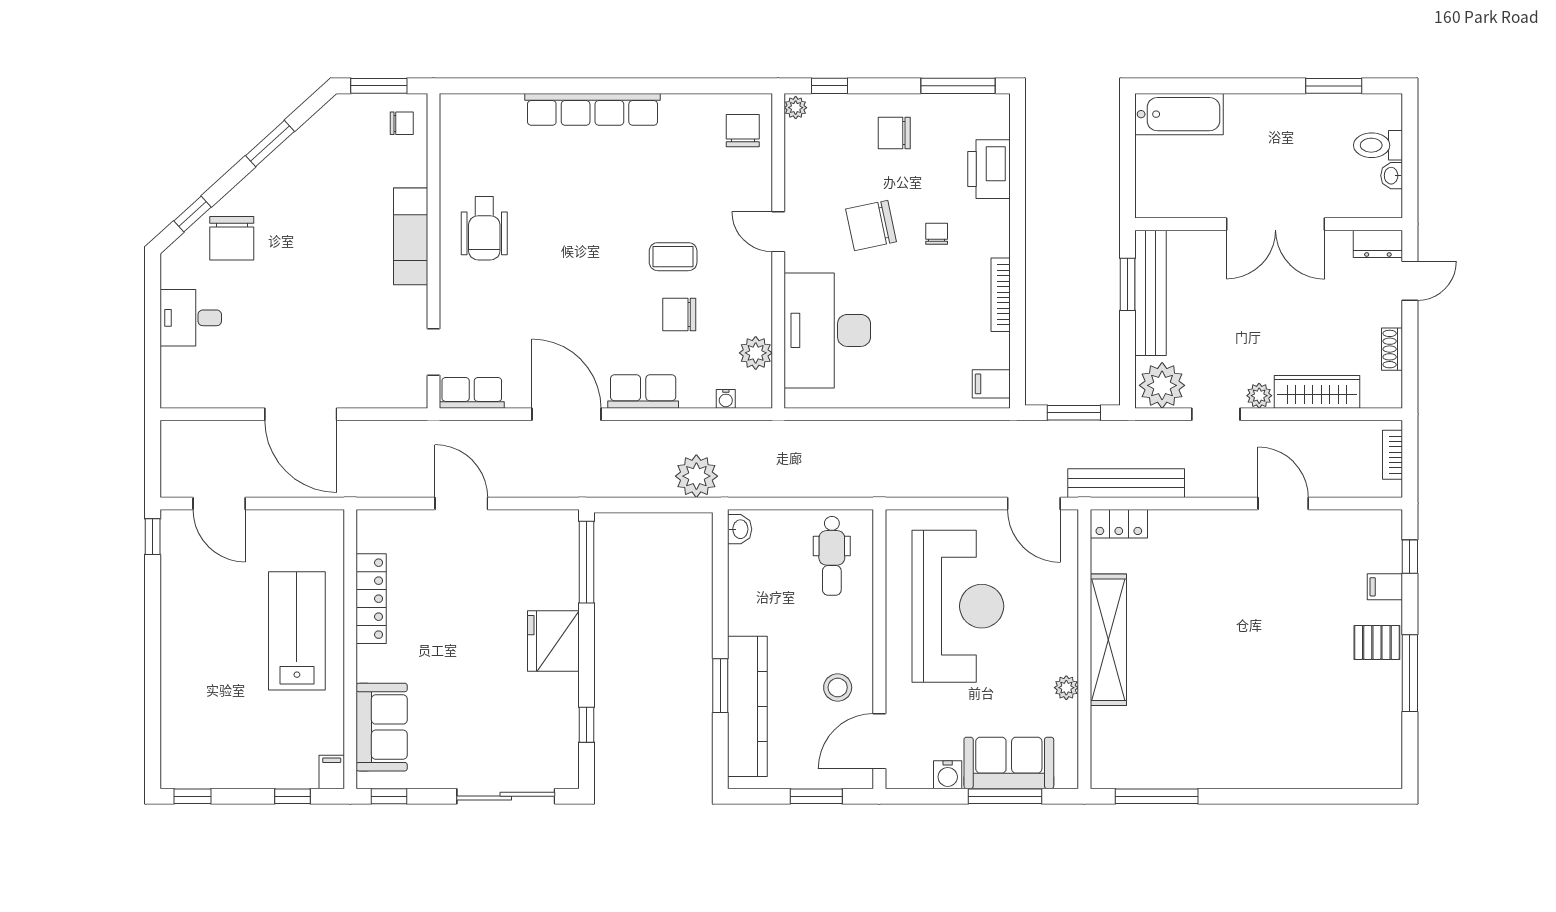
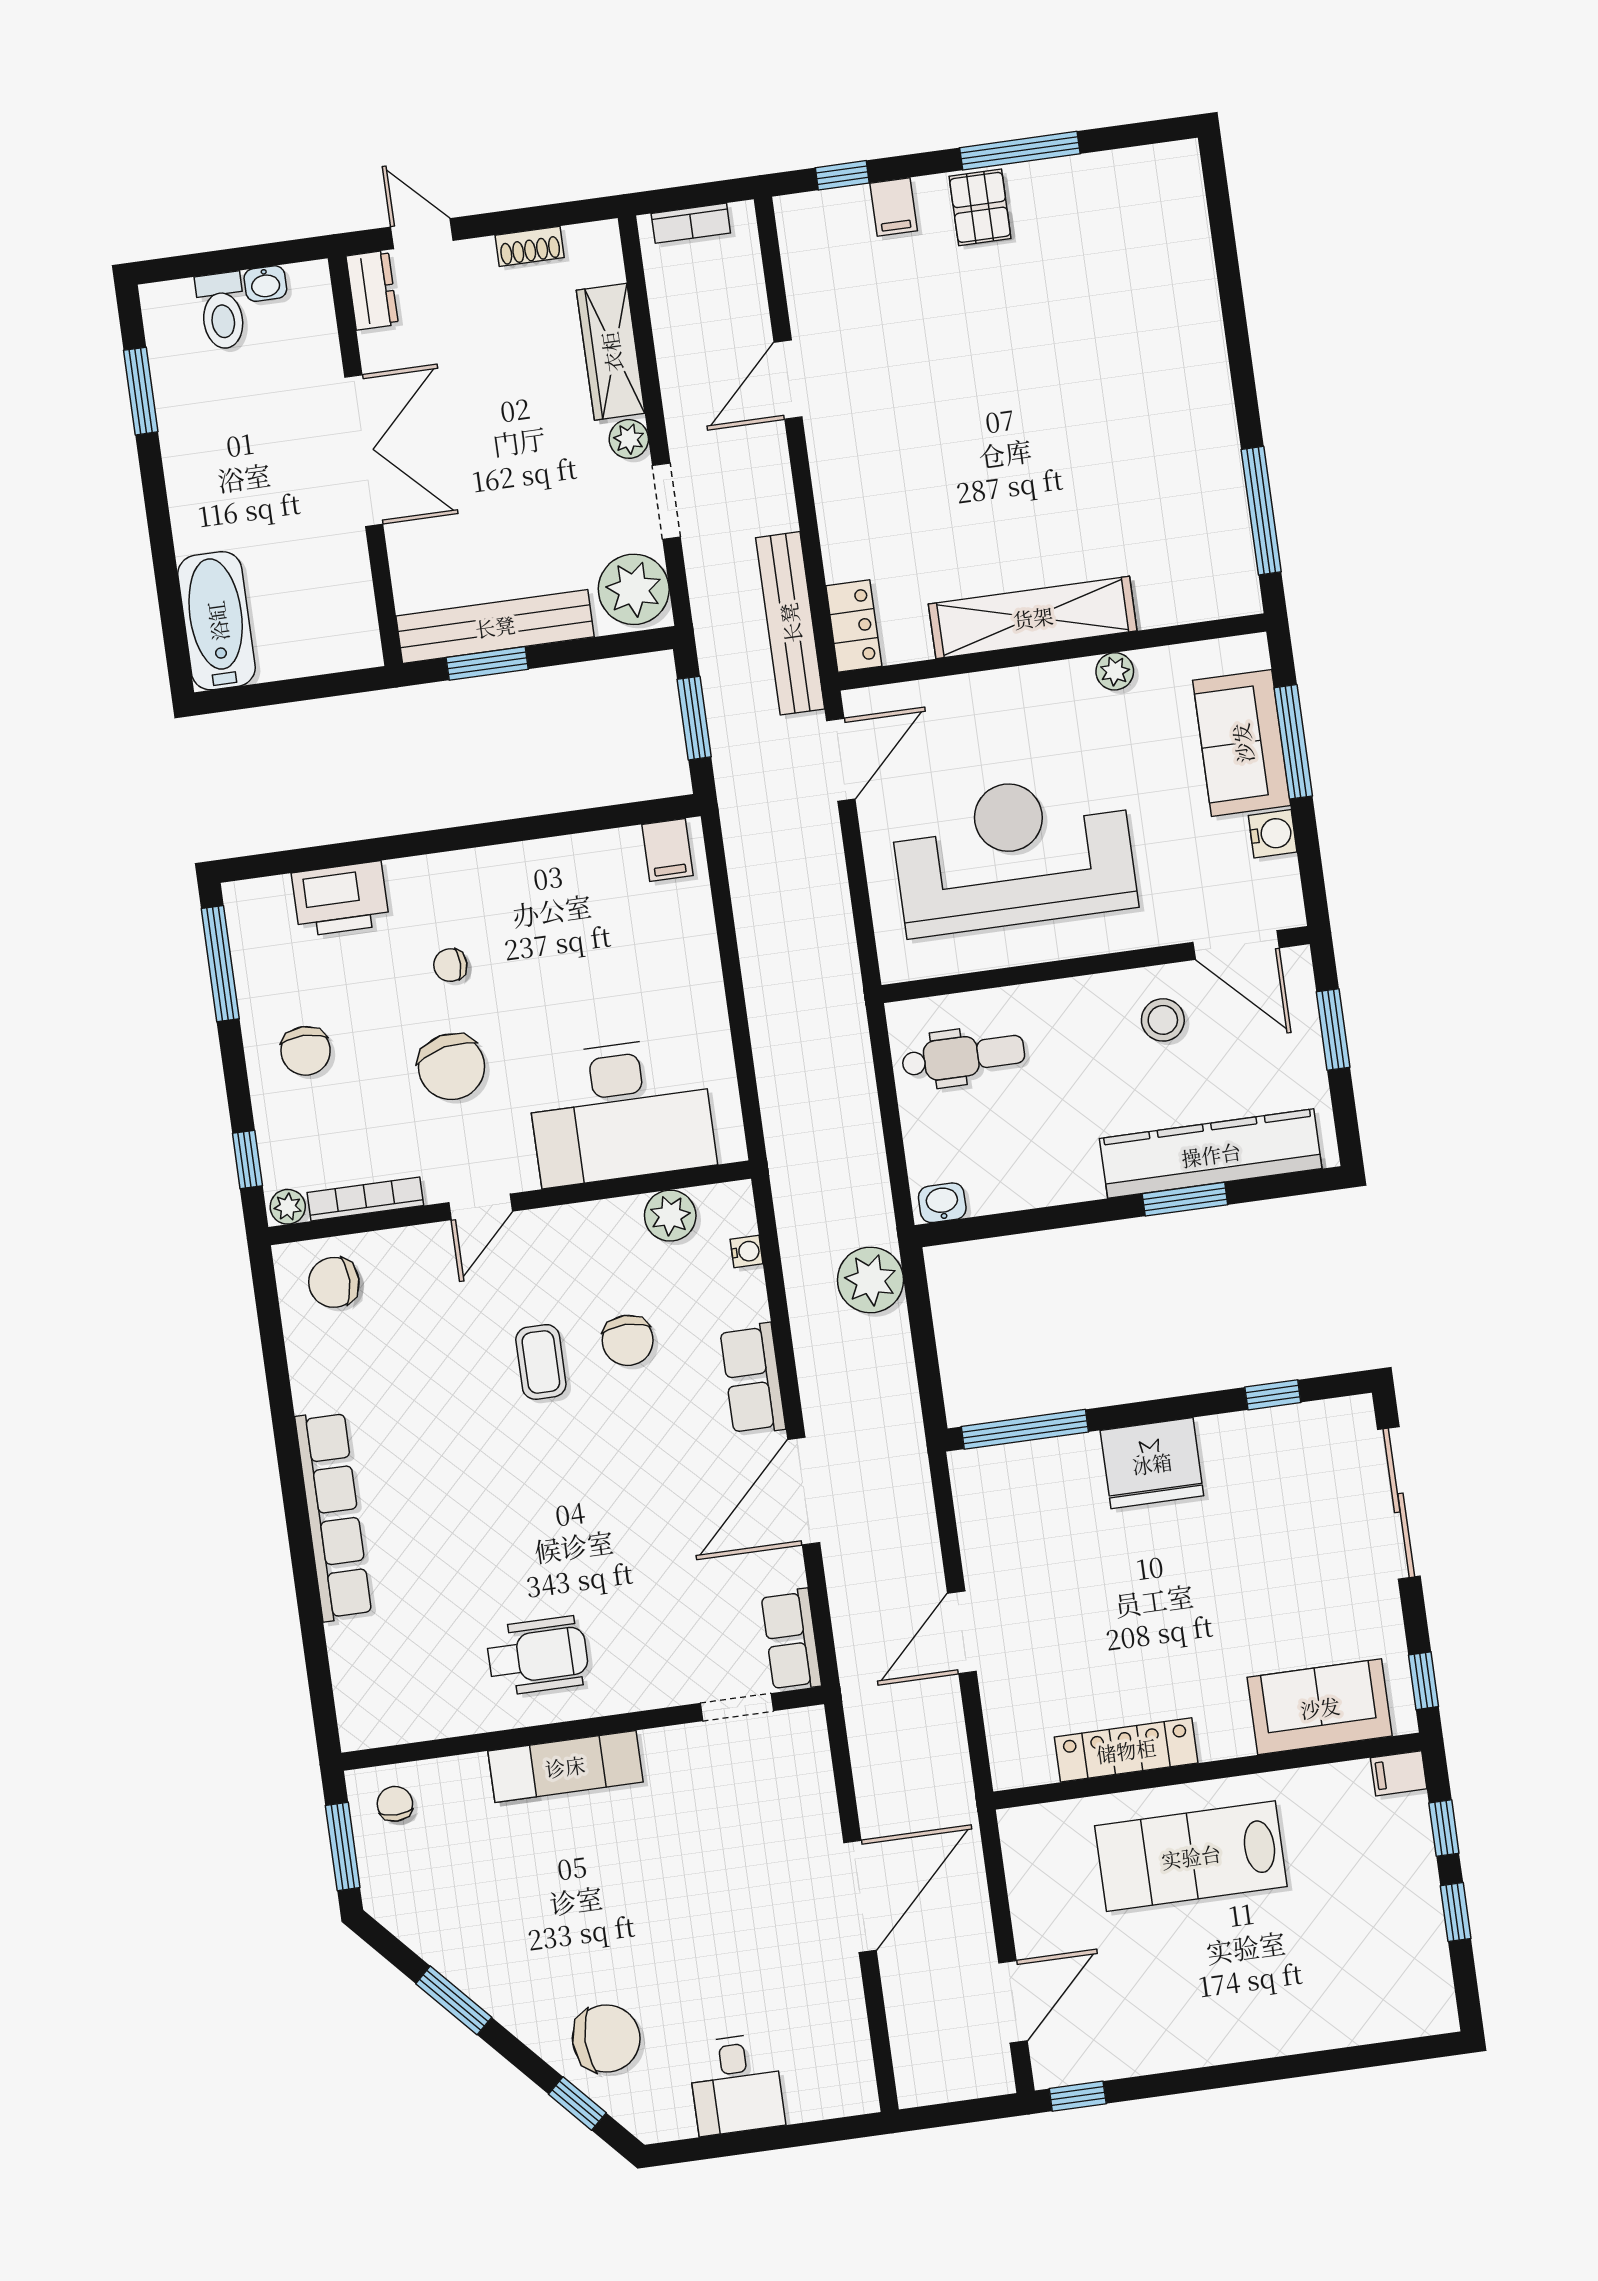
bookcase: (1001, 295) -> (365, 1199), moved, turned 180
window: (193, 796) -> (1456, 1912), moved

